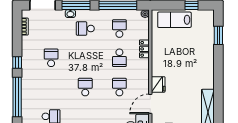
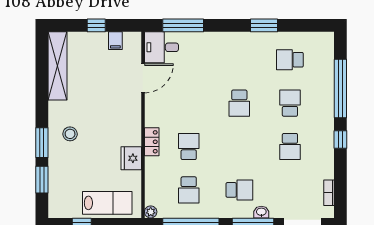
locker: (144, 49) -> (152, 142), moved
window: (218, 60) -> (42, 143), added
stool: (199, 66) -> (70, 134), added
fridge: (158, 84) -> (131, 158), moved
school desk: (119, 87) -> (290, 103), moved, turned 180

